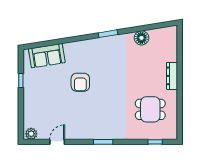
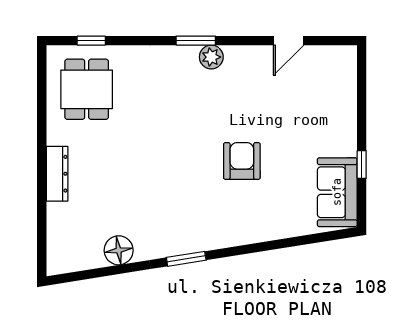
sofa: (47, 56) -> (337, 192), moved, turned -81
dining table: (150, 109) -> (87, 89), moved, turned 90
plant: (31, 134) -> (211, 57), moved

